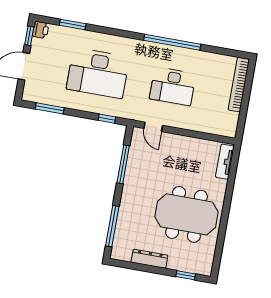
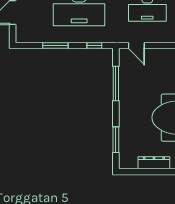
window: (50, 108) -> (55, 46), moved
window: (112, 226) -> (116, 140), width x0.69

